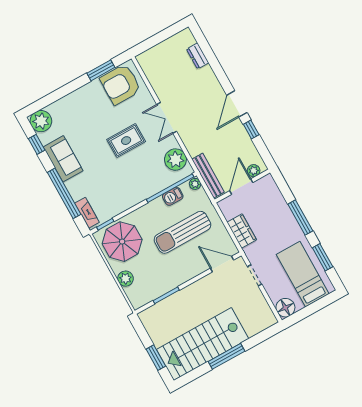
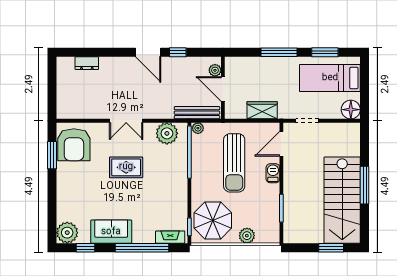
rug: (126, 141) -> (126, 167), turned 90
barbecue: (173, 196) -> (273, 173), moved, turned 180

